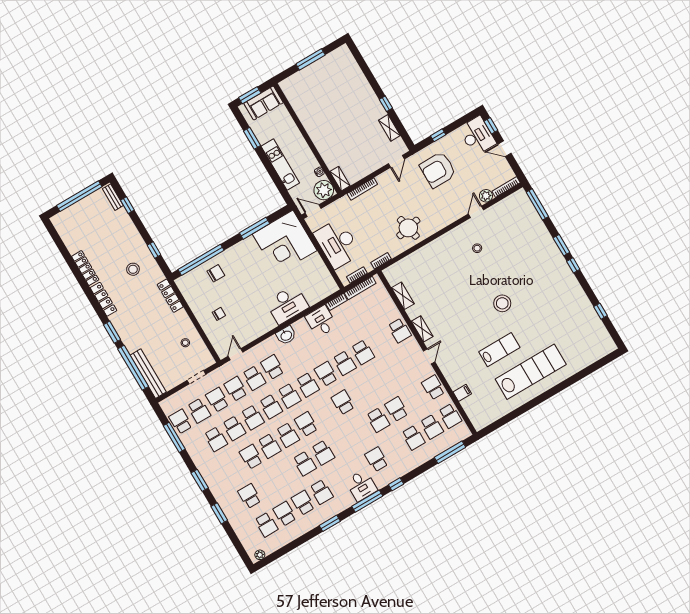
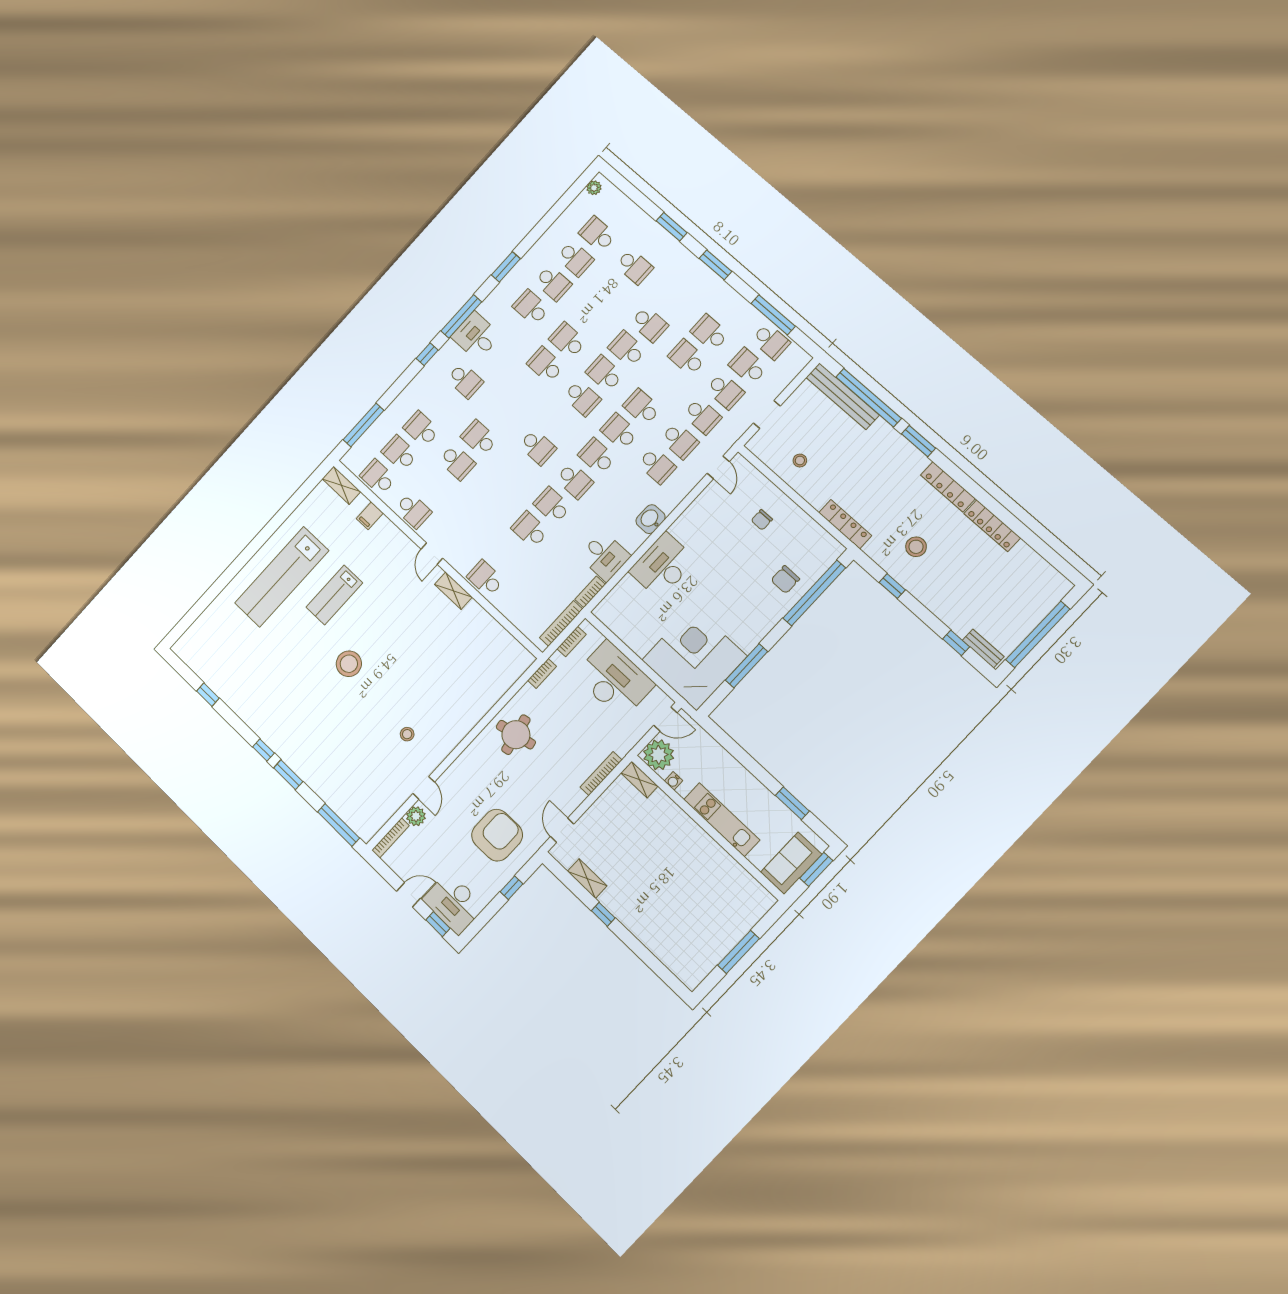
kitchen unit: (280, 165) -> (722, 820), moved, turned 180
shelving: (403, 296) -> (341, 485), moved
school desk: (254, 378) -> (680, 441), turned 180
school desk: (253, 417) -> (664, 382), removed

